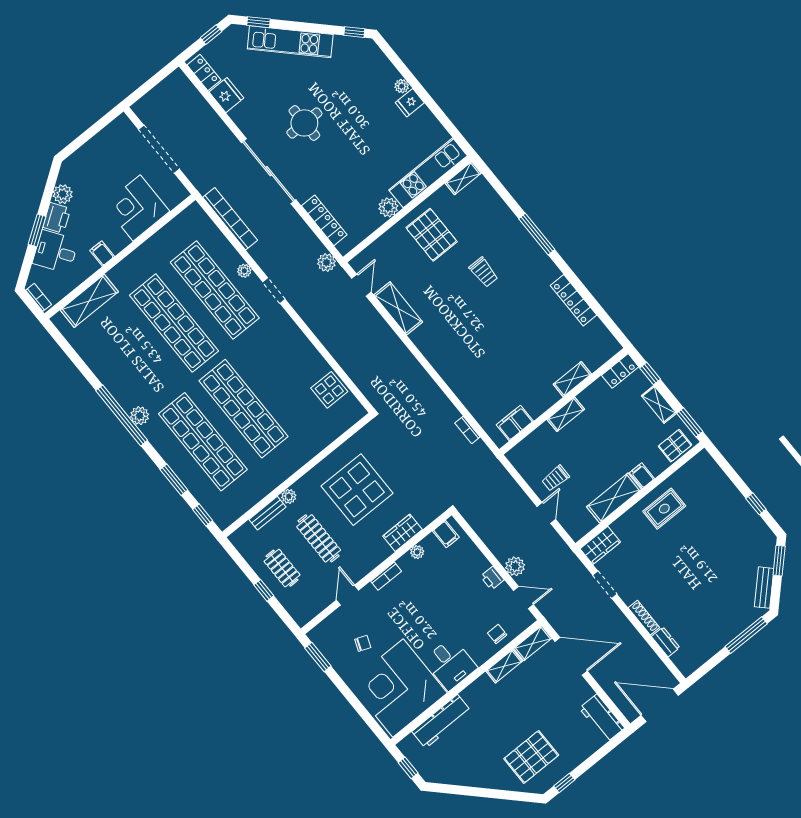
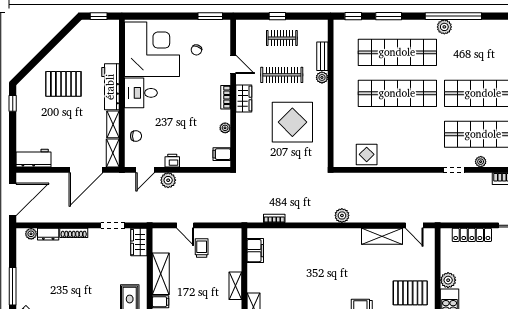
plant: (326, 263) -> (342, 215), moved
wardrobe: (403, 533) -> (244, 98), moved
plant: (679, 659) -> (31, 234), added
workbench: (442, 721) -> (110, 87), moved
pallet: (531, 757) -> (63, 84), moved, turned 90

